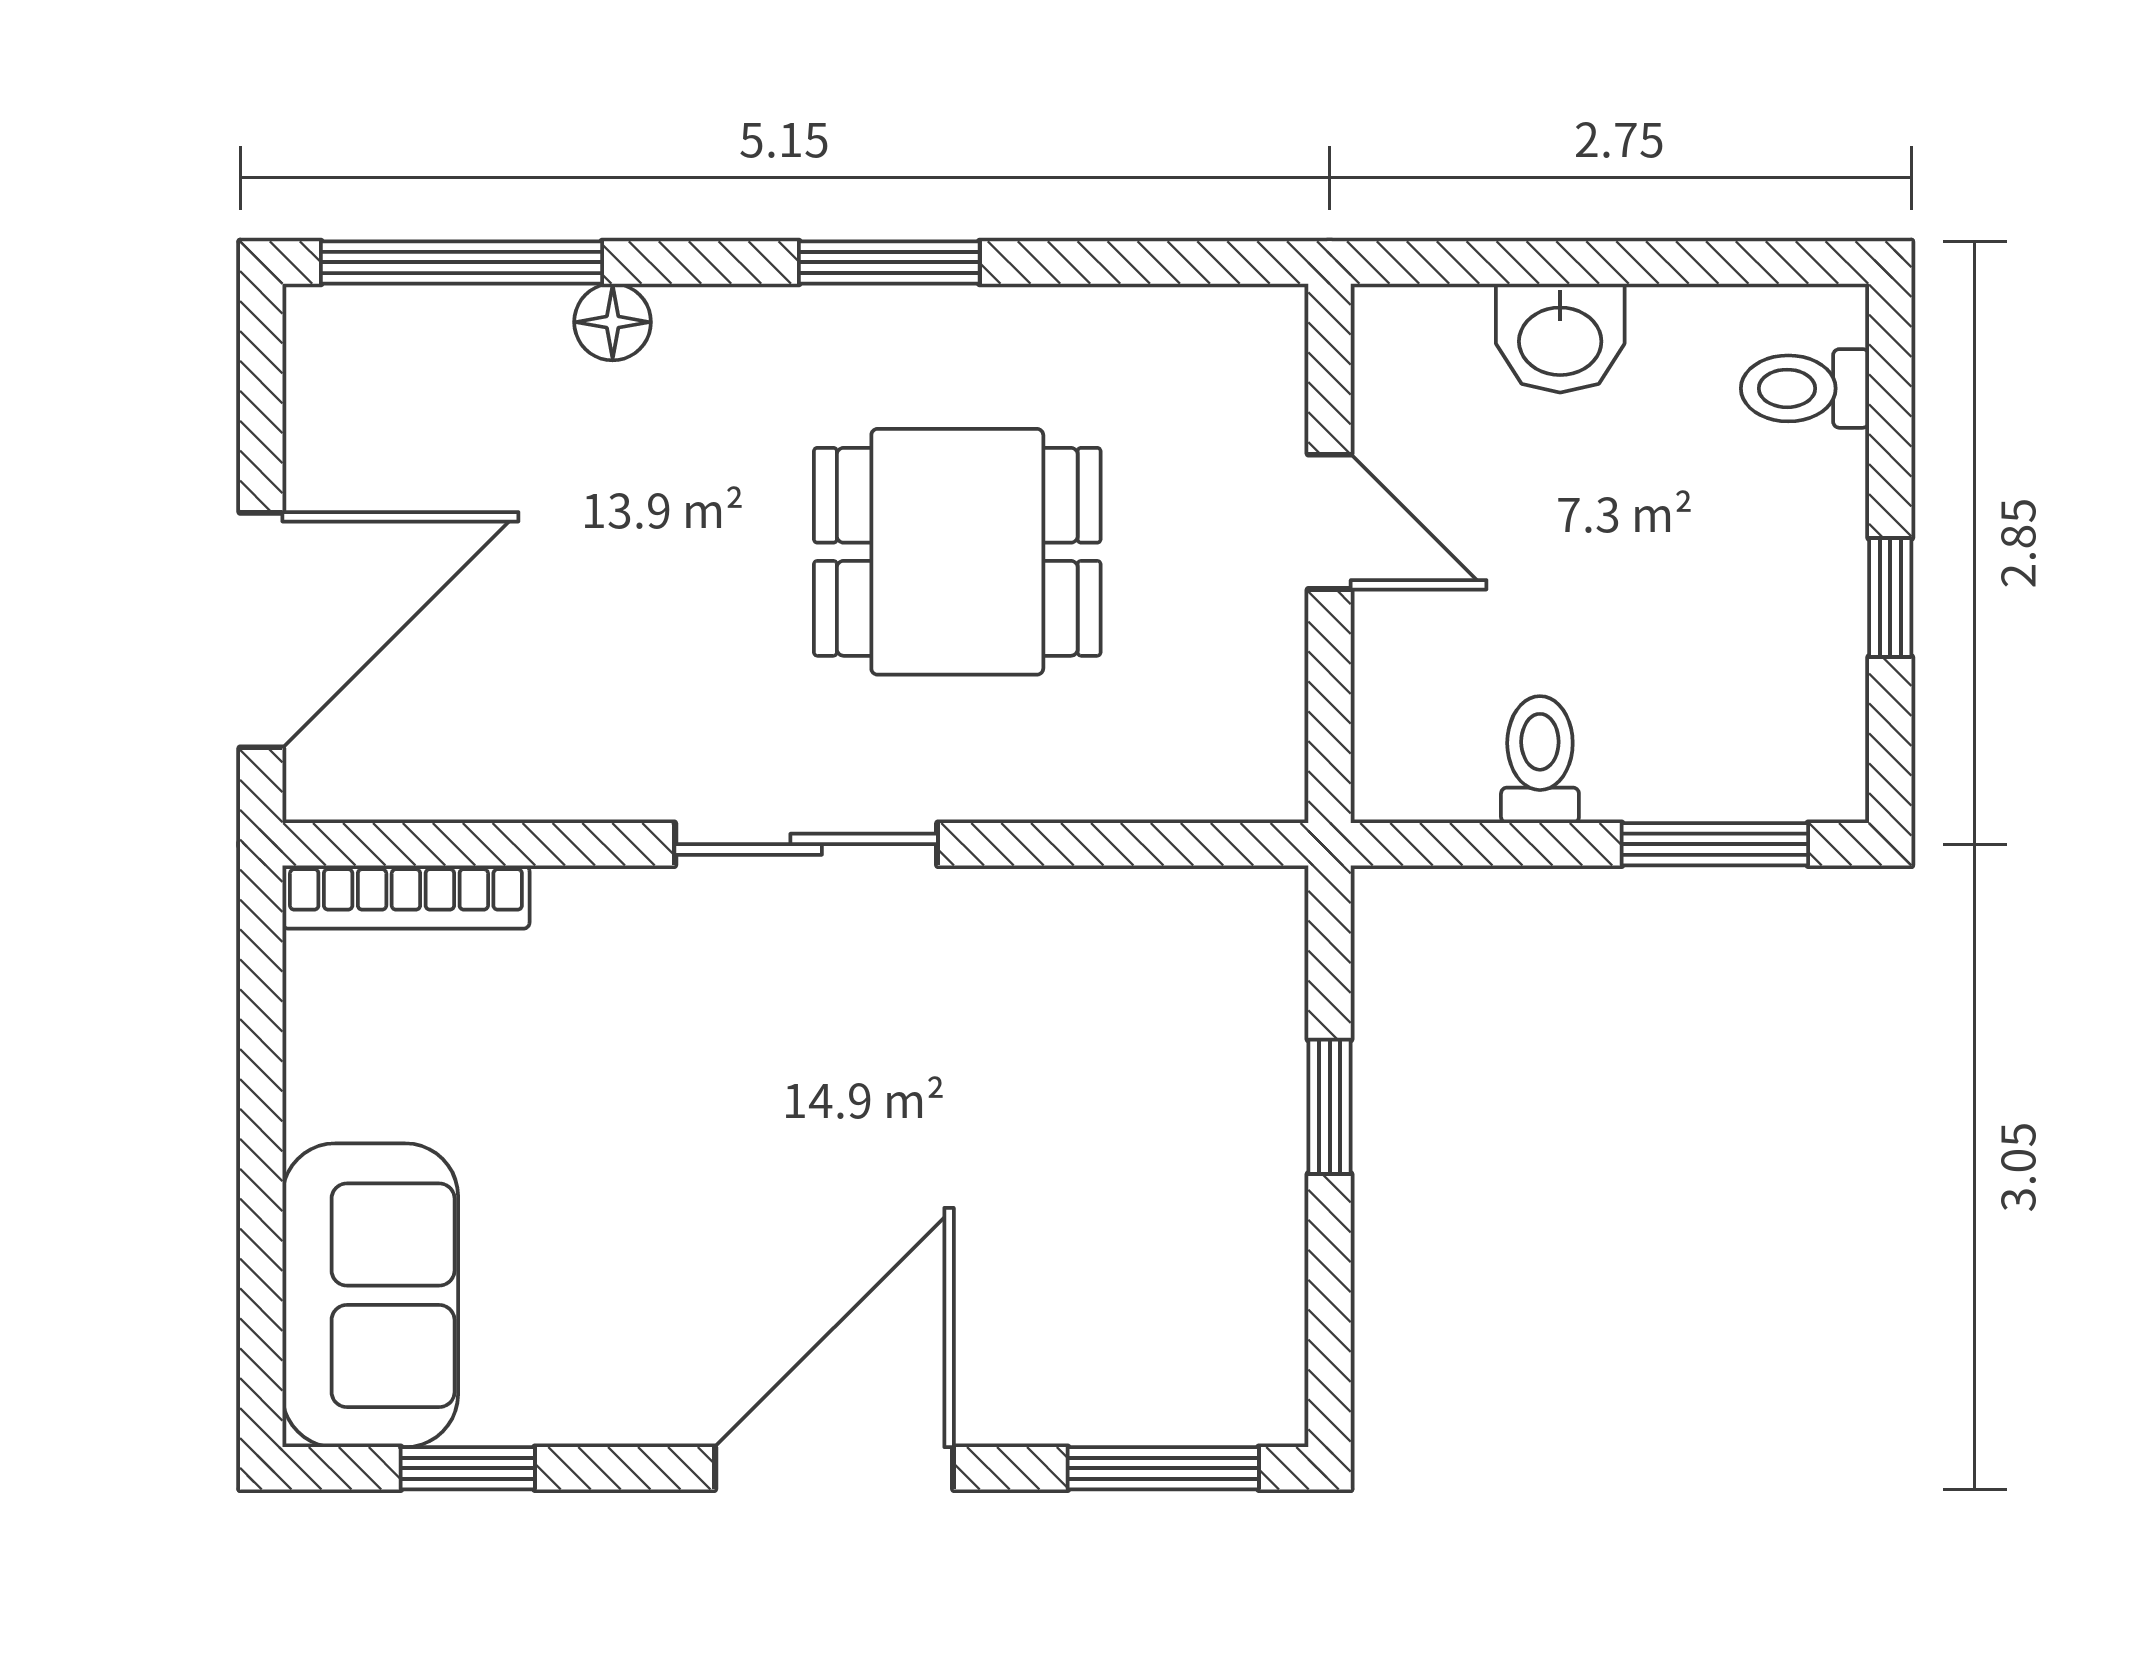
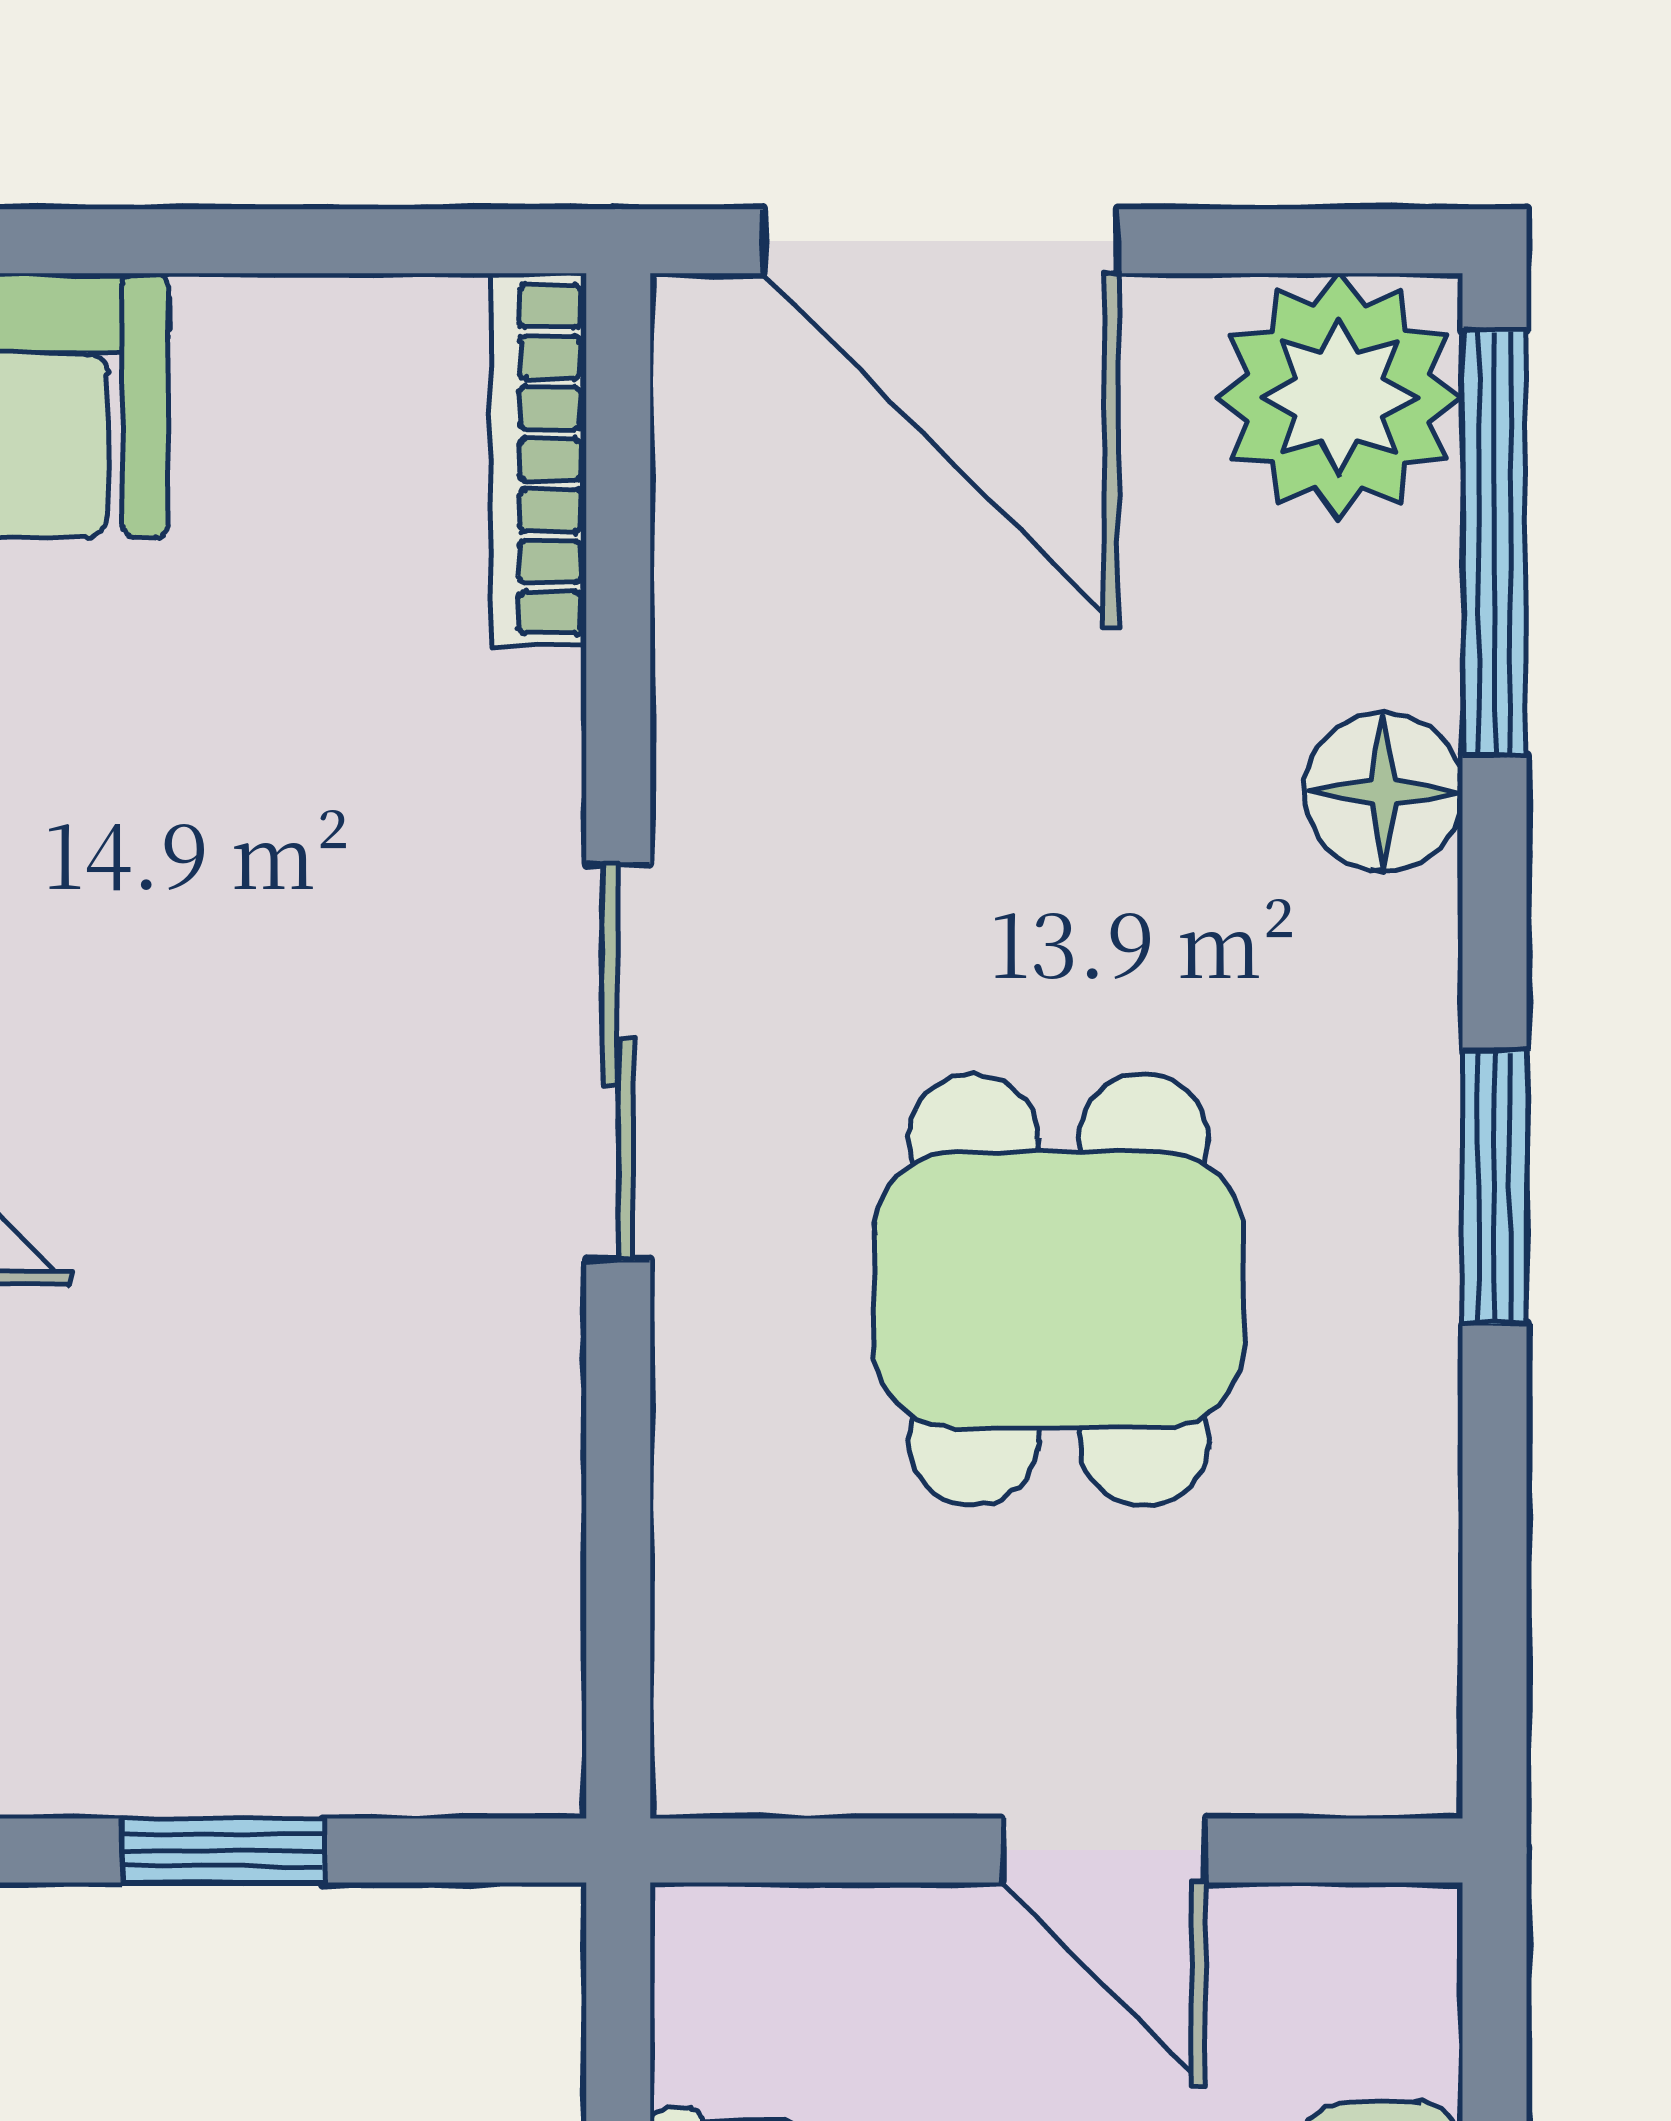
floor lamp: (613, 322) -> (1383, 792), width x1.37, depth x1.37
plant: (365, 366) -> (1339, 397), added
door: (1330, 522) -> (1104, 1850), hinge flipped

